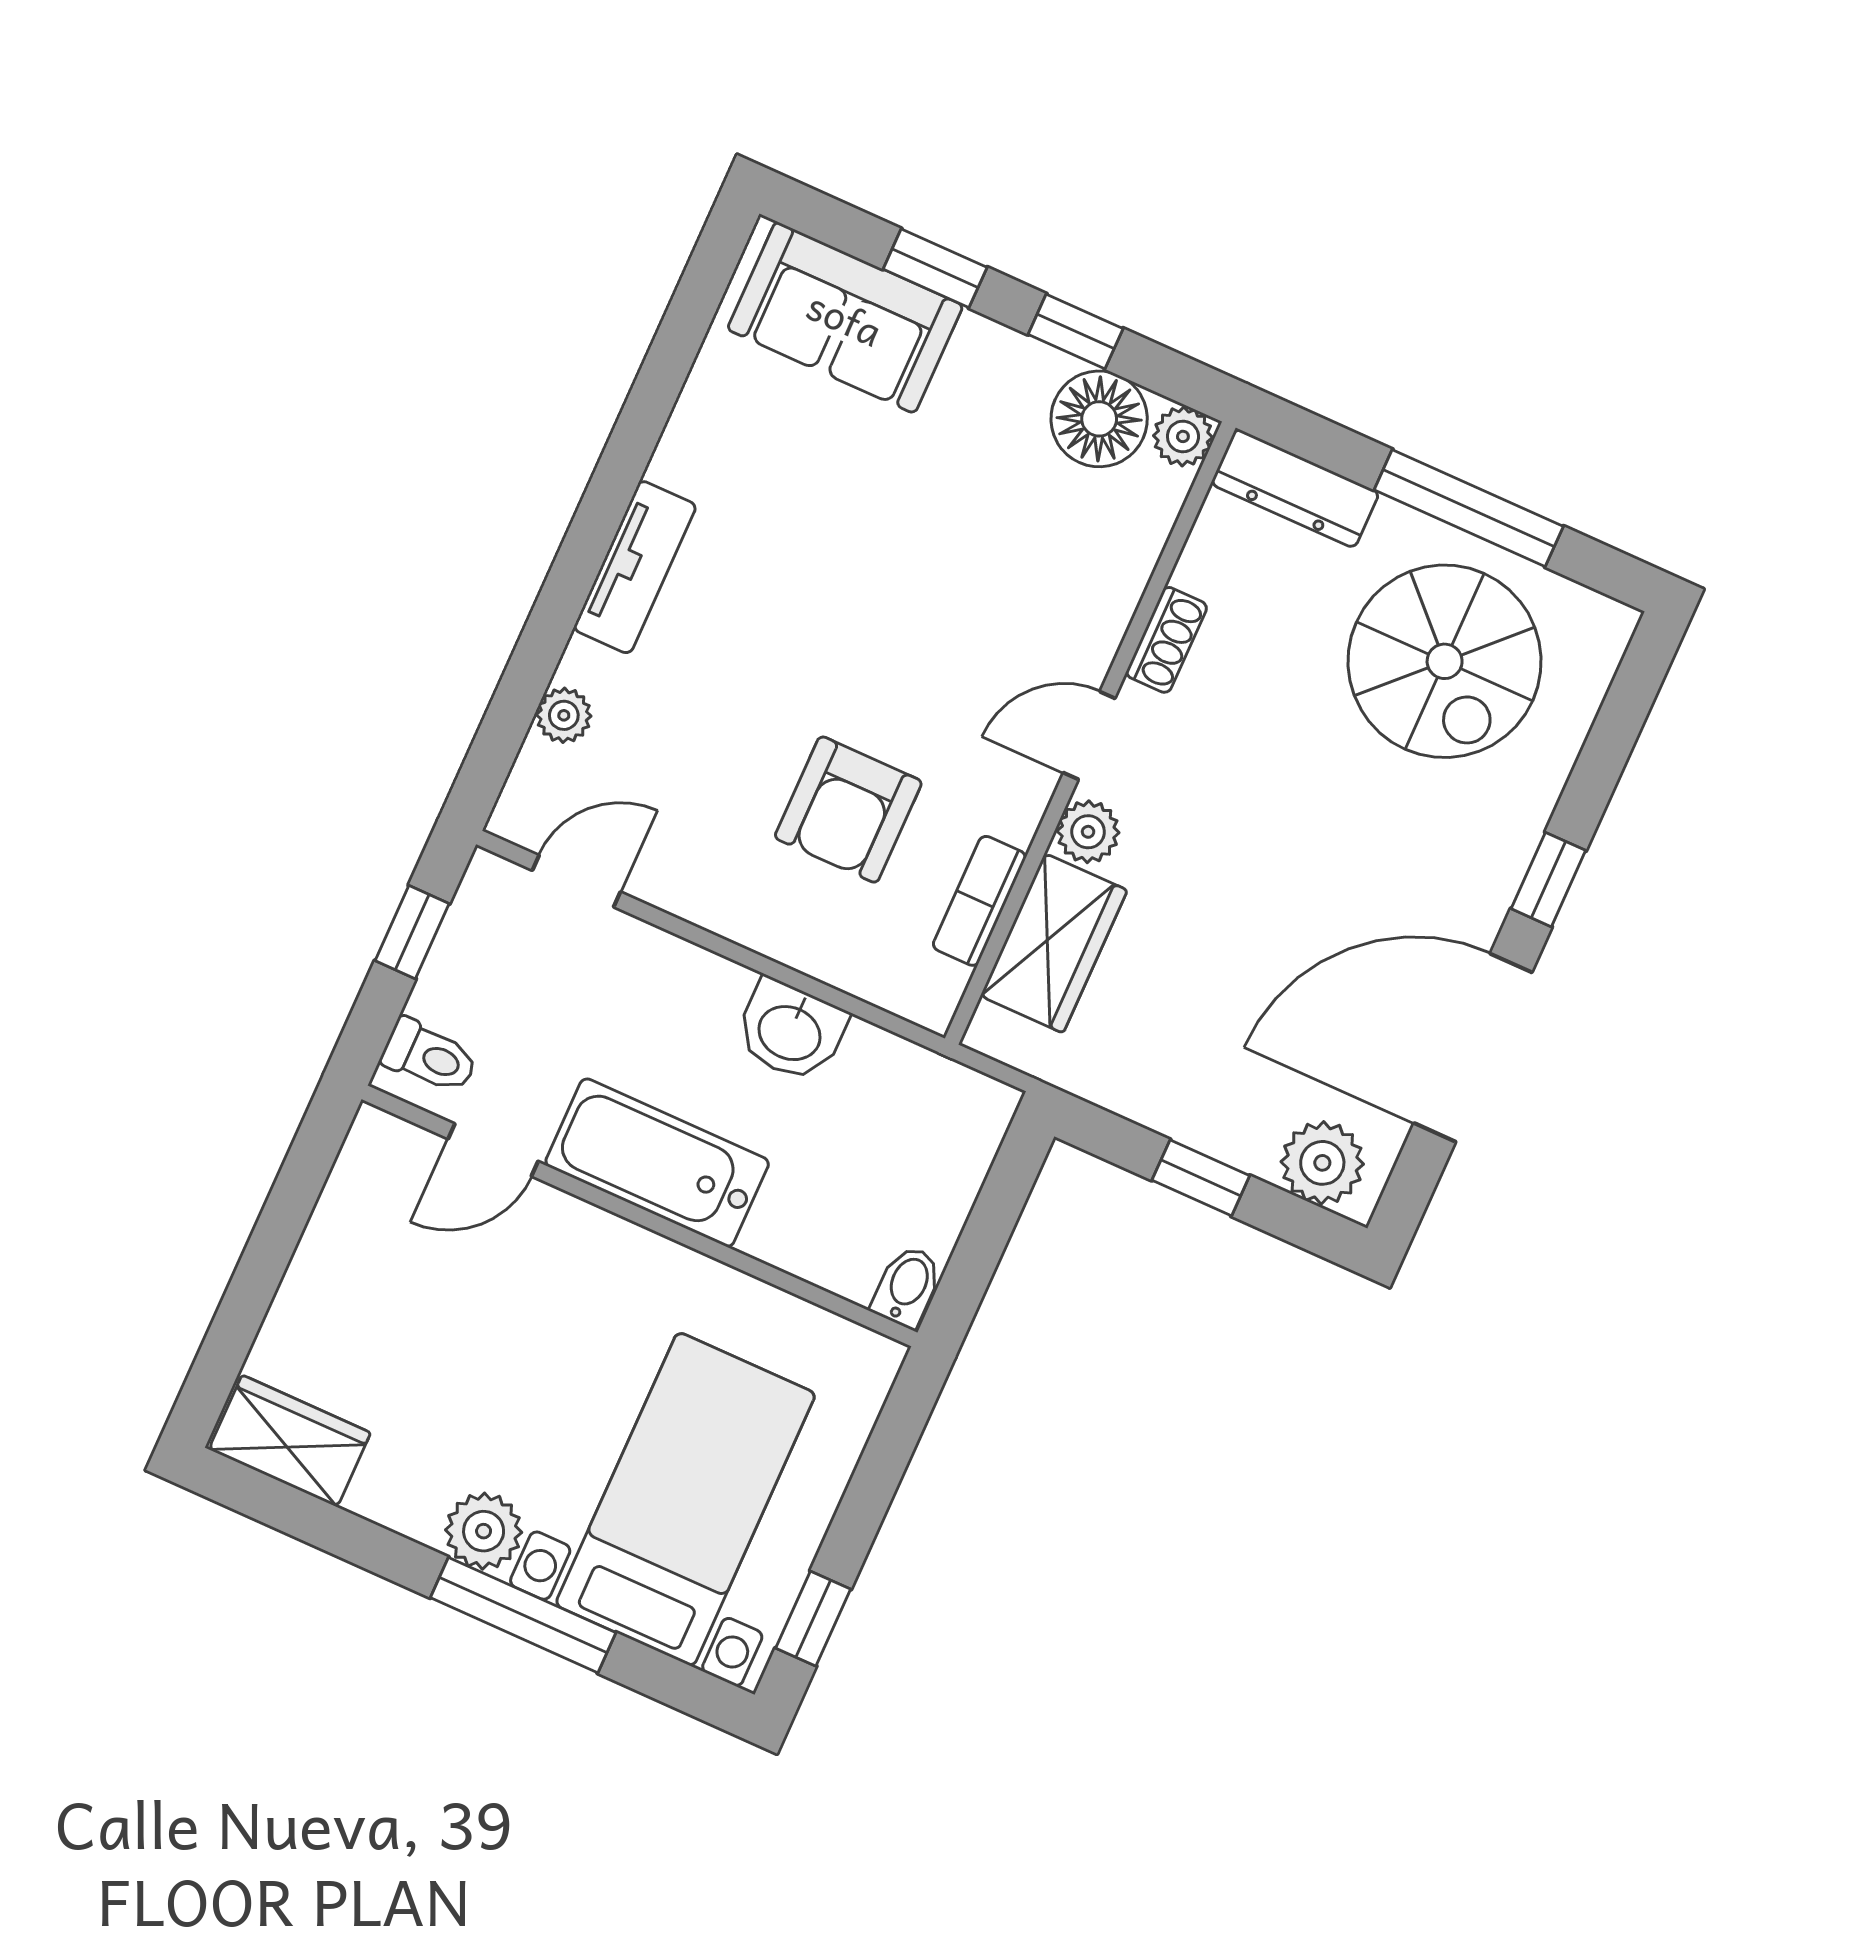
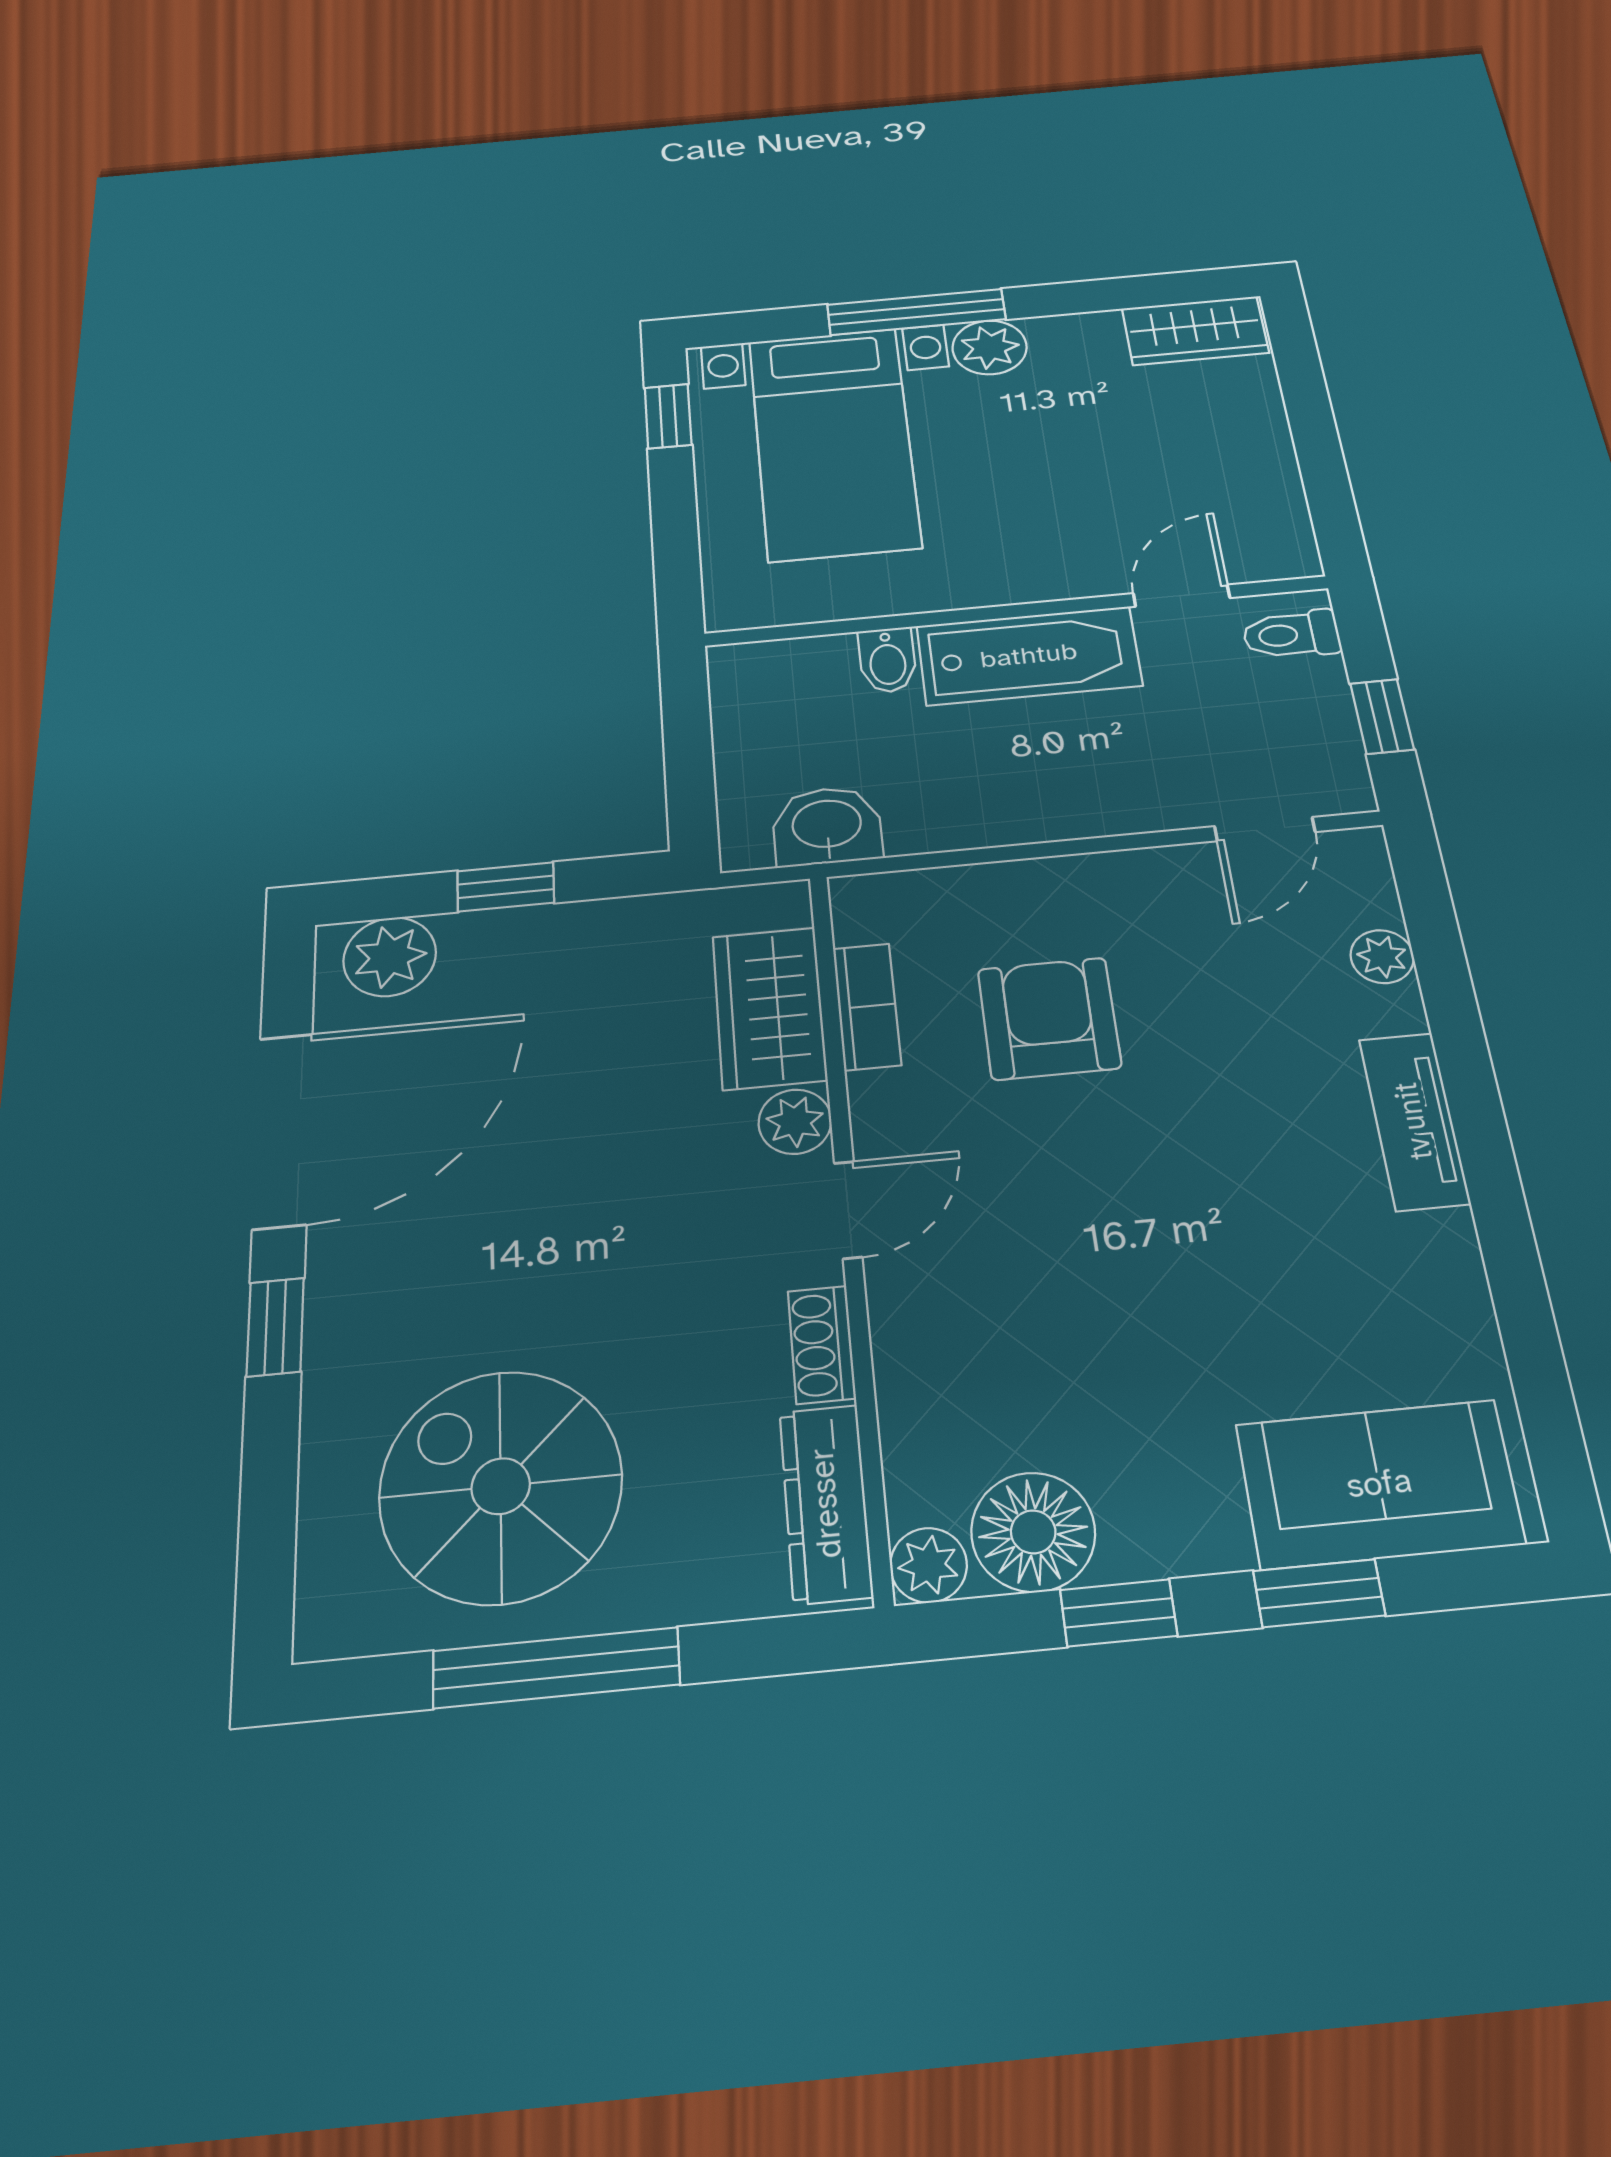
dresser: (1295, 488) -> (826, 1503), moved, turned -90
washbasin: (791, 1031) -> (827, 826), moved
bidet: (907, 1286) -> (887, 660), moved

